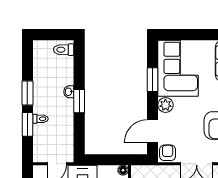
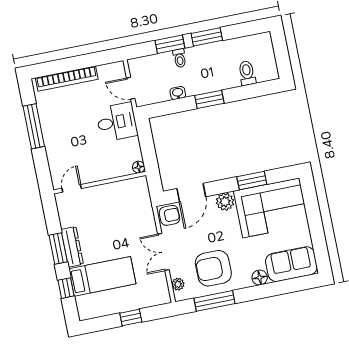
toilet: (64, 50) -> (247, 73), moved
washbasin: (69, 92) -> (178, 93), moved
door: (153, 131) -> (191, 193), swing flipped

